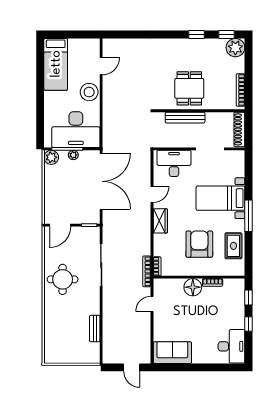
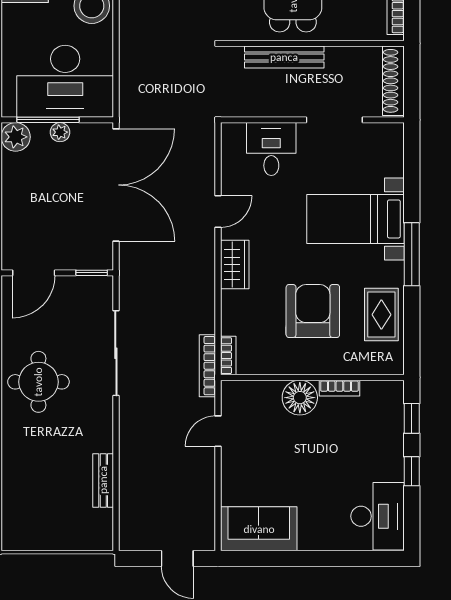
desk: (174, 163) -> (271, 149), width x0.73

